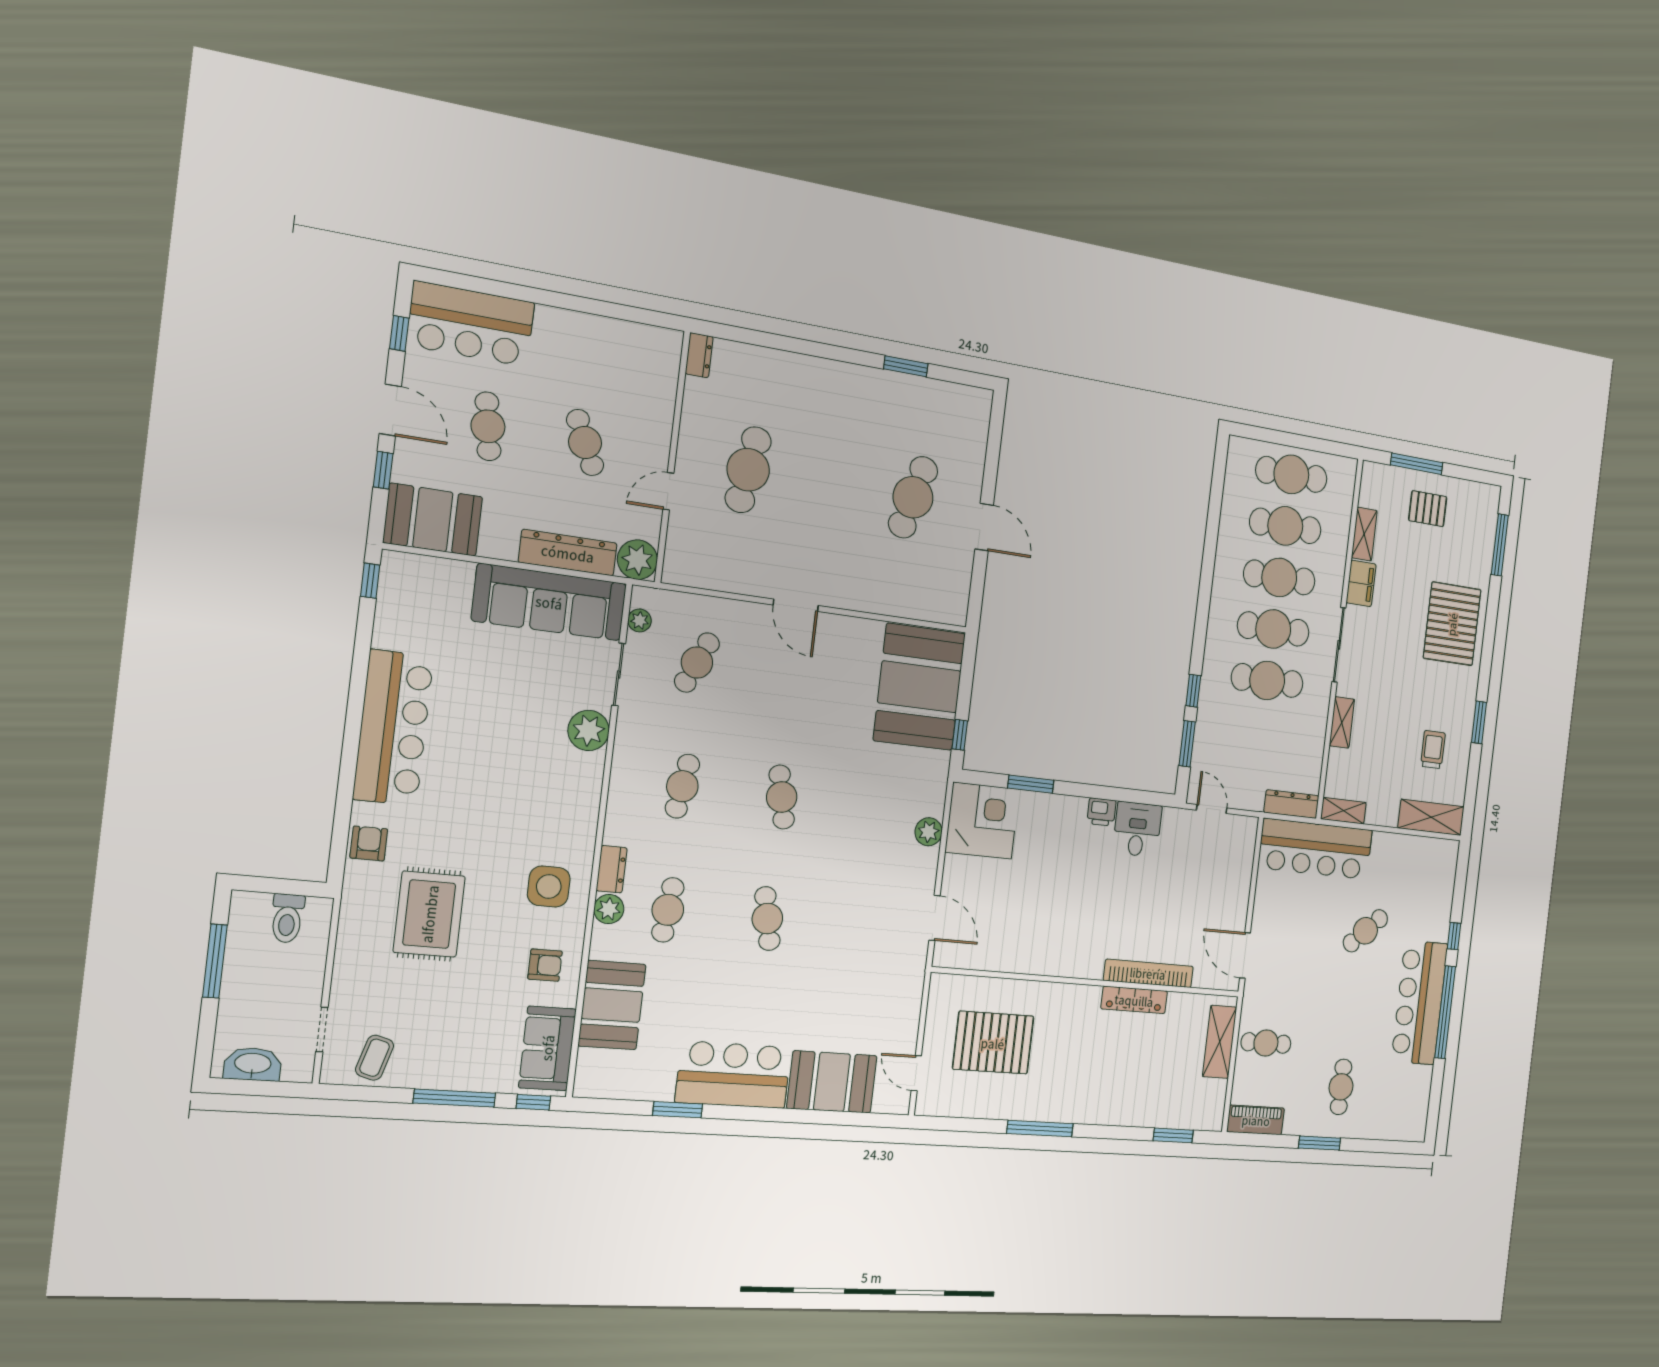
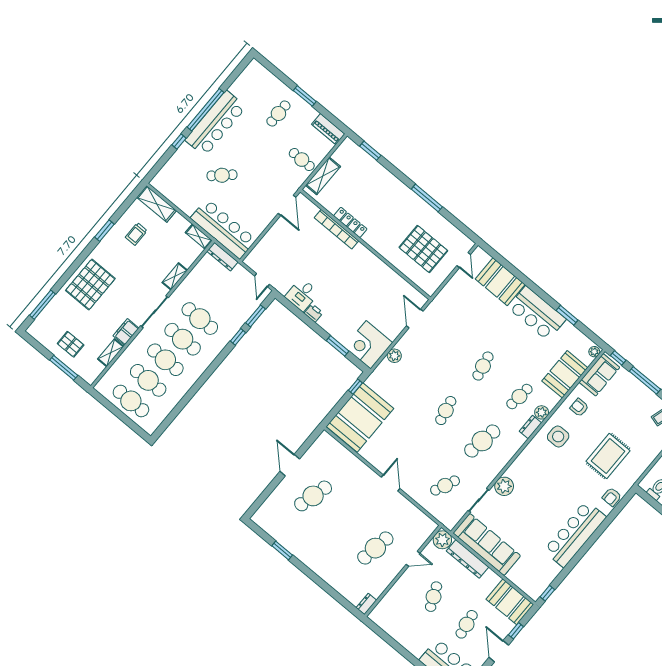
plant: (640, 620) -> (594, 352), moved
cafe table: (682, 786) -> (482, 441), width x1.37, depth x1.35

